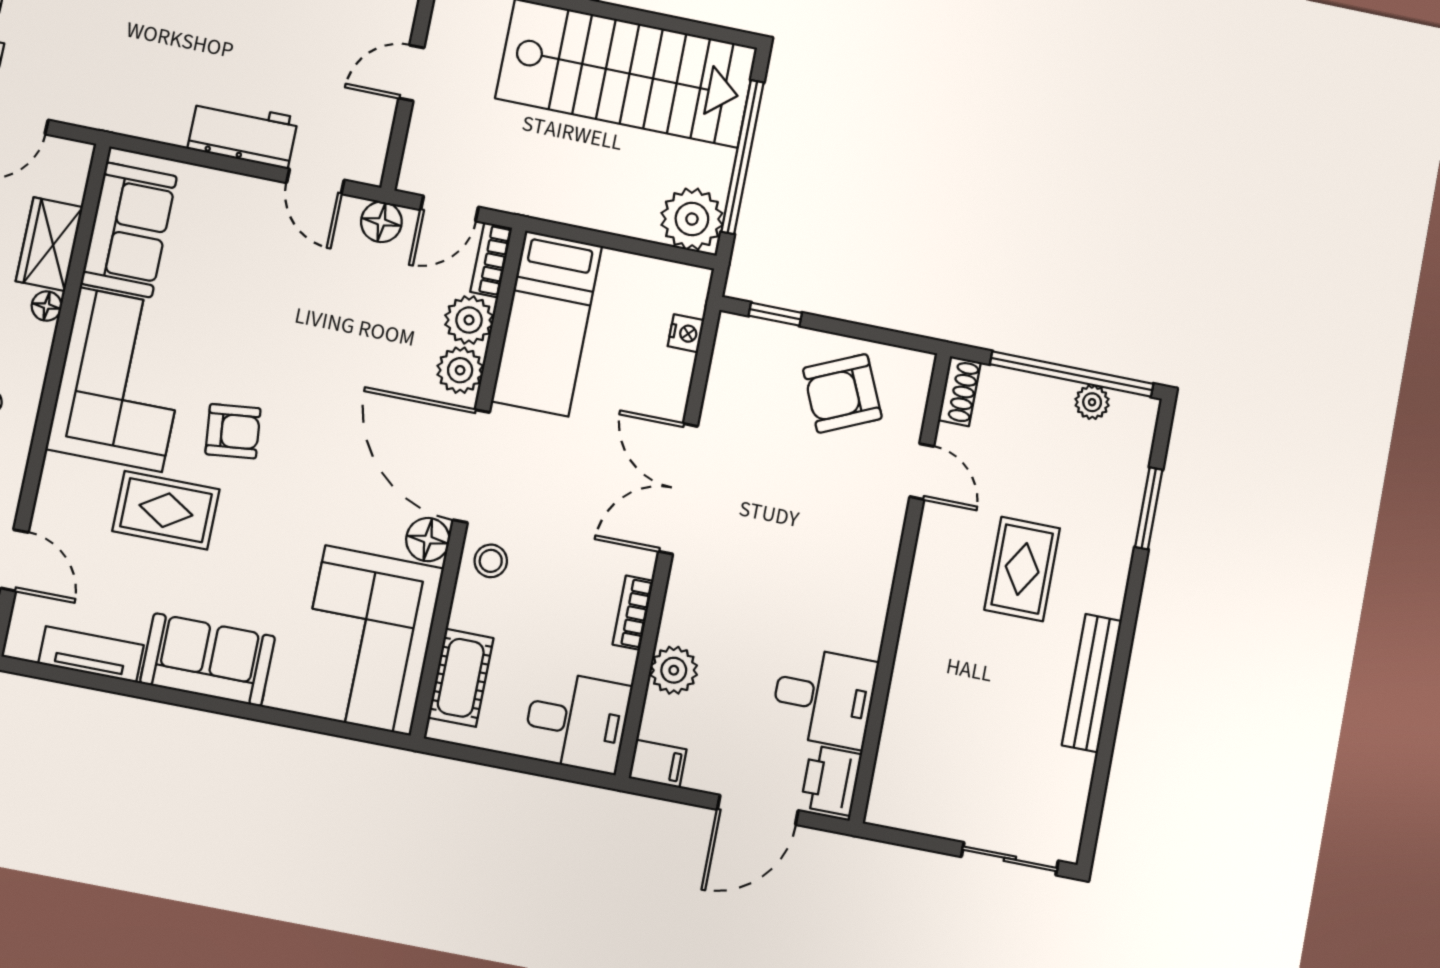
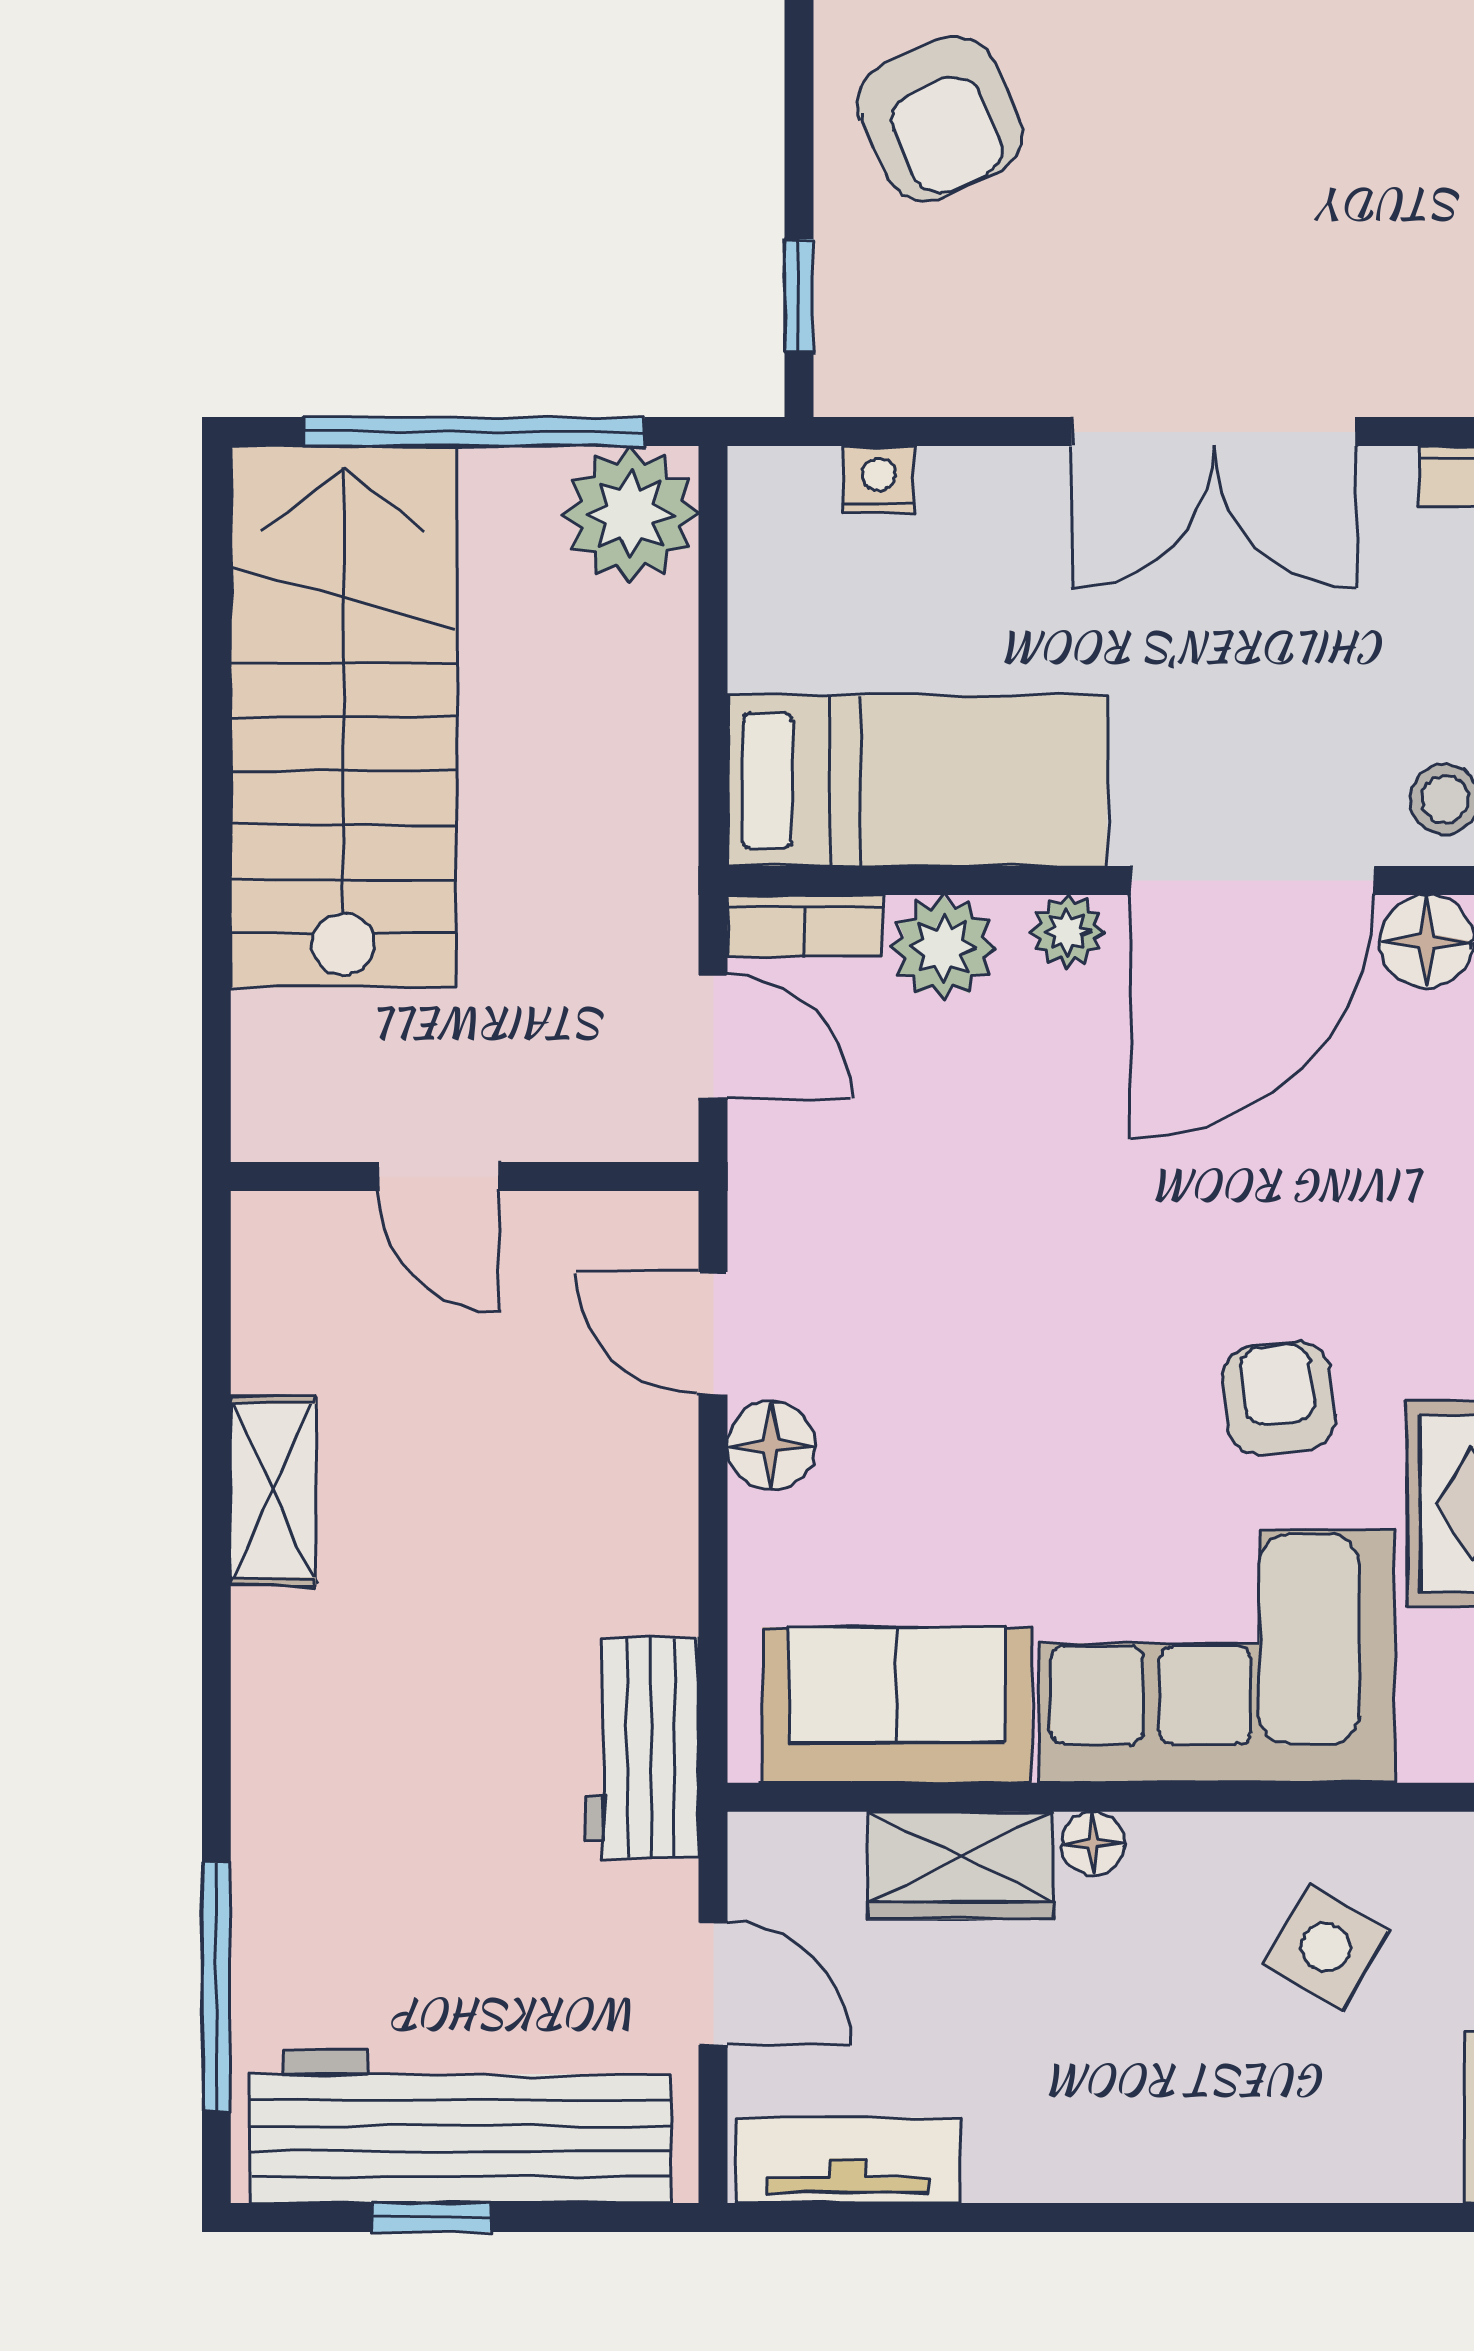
workbench: (243, 133) -> (642, 1748), moved
door: (315, 181) -> (713, 1333), swing flipped
floor lamp: (381, 222) -> (771, 1446), moved
plant: (460, 370) -> (1068, 931), width x0.73, depth x0.73

